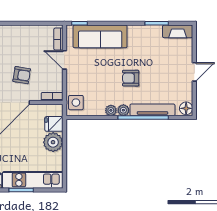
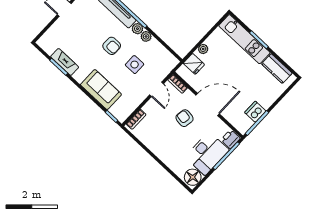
fireplace: (178, 31) -> (65, 62), moved
sofa: (100, 36) -> (101, 90), width x0.73
door: (64, 60) -> (156, 89), moved
side table: (76, 103) -> (135, 65), moved
plant: (53, 142) -> (203, 49), width x0.53, depth x0.53

